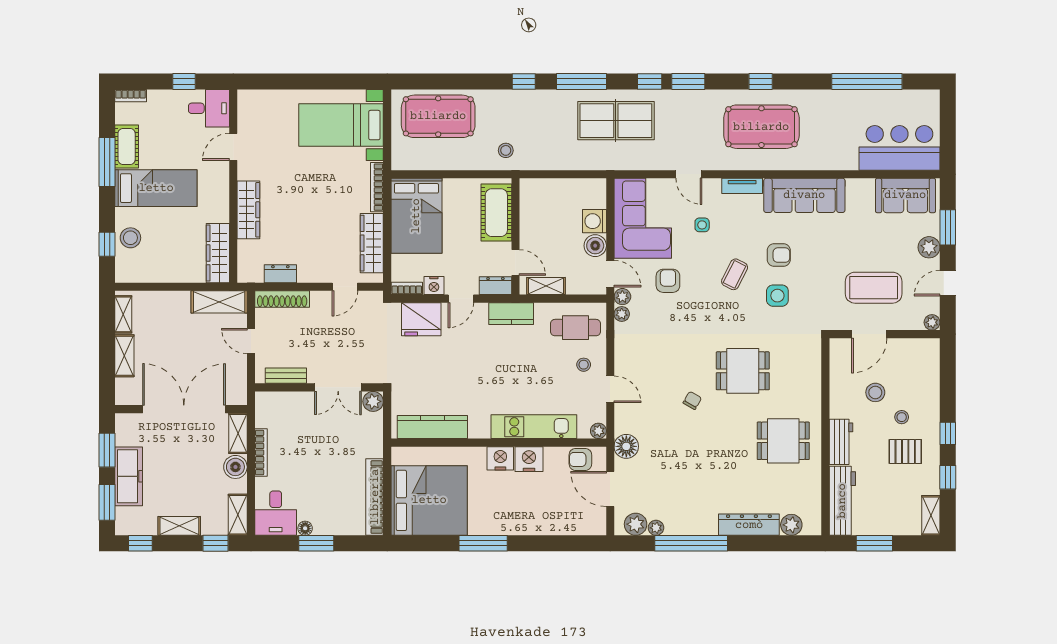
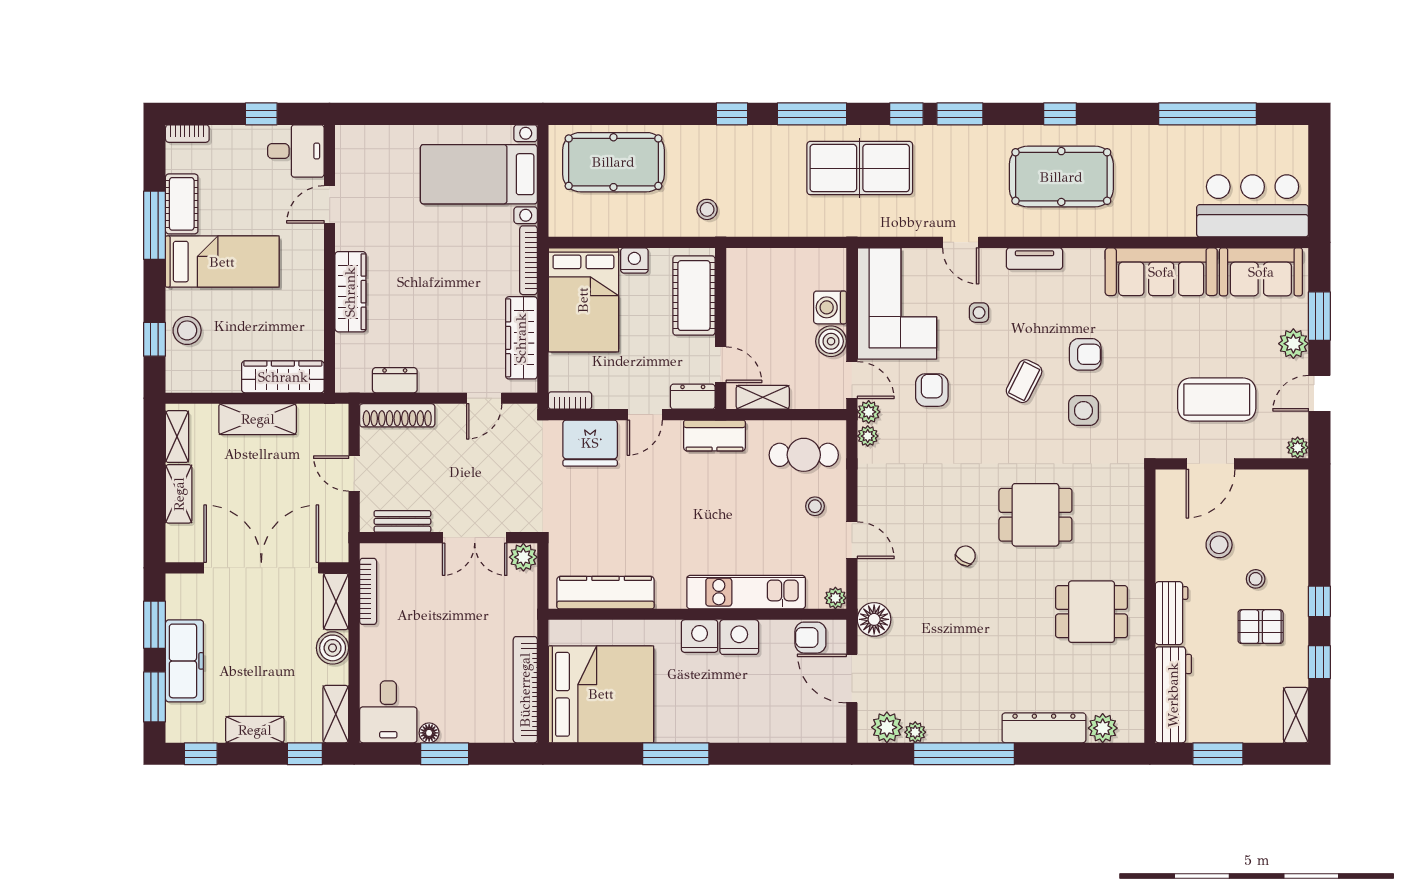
sofa: (804, 195) -> (1161, 272), moved
wardrobe: (218, 253) -> (283, 377), moved, turned 90
nightstand: (434, 286) -> (634, 260), moved, turned 180
shelving: (219, 302) -> (258, 419), moved
bookcase: (261, 453) -> (368, 591), moved

